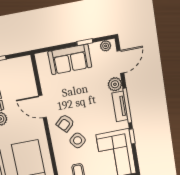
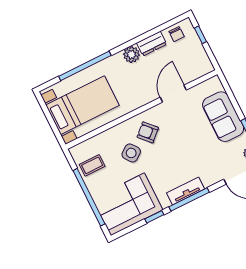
plant: (115, 84) -> (210, 177), removed
door: (43, 106) -> (173, 94), moved

